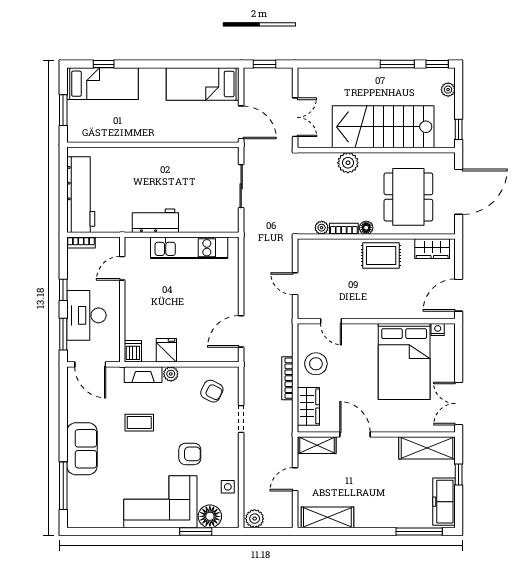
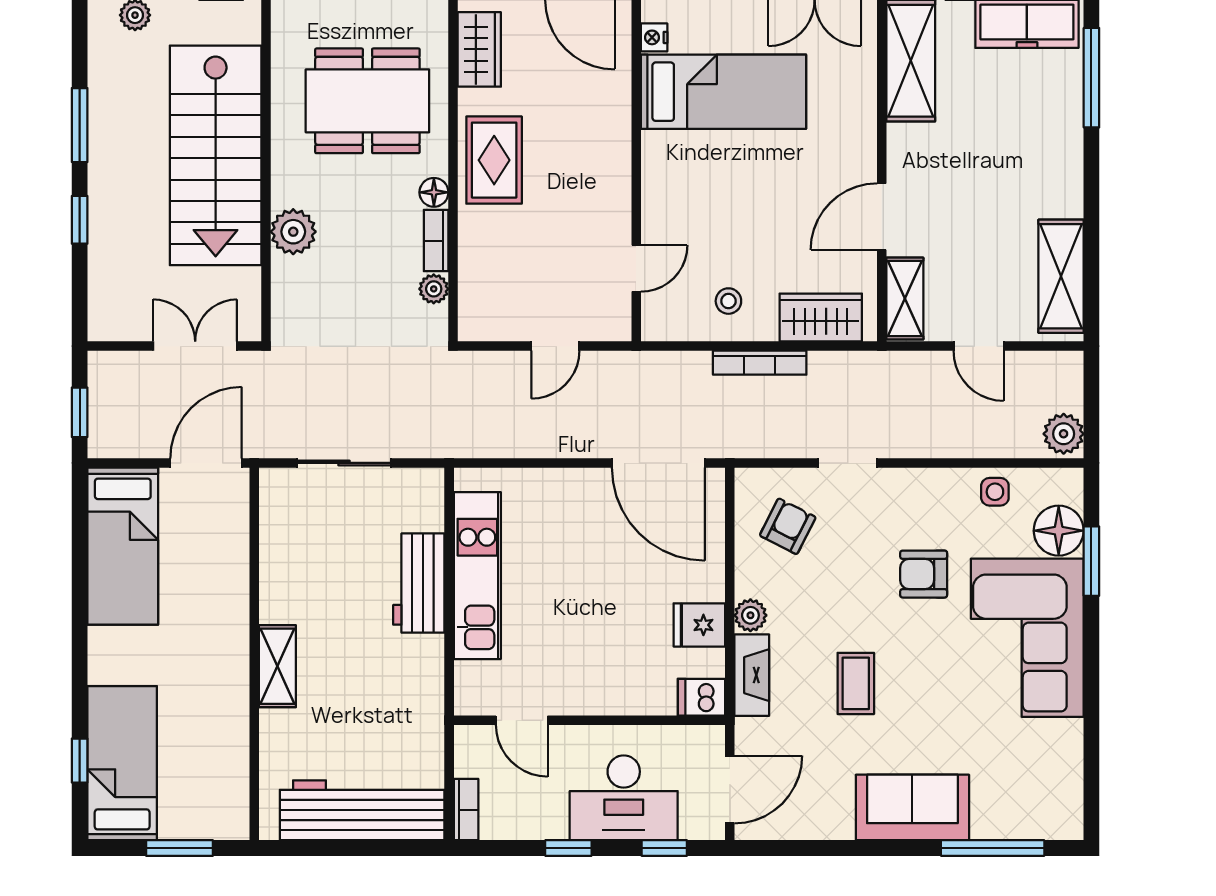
window: (437, 64) -> (80, 220), moved
shelving: (147, 155) -> (277, 666), added
workbench: (155, 221) -> (419, 583), moved
door: (241, 331) -> (658, 463), width x1.36
window: (63, 334) -> (664, 848), width x0.67
bed: (404, 361) -> (723, 92), width x0.67
stool: (316, 364) -> (728, 301), width x0.53, depth x0.53
armchair: (190, 454) -> (924, 574), turned -90

